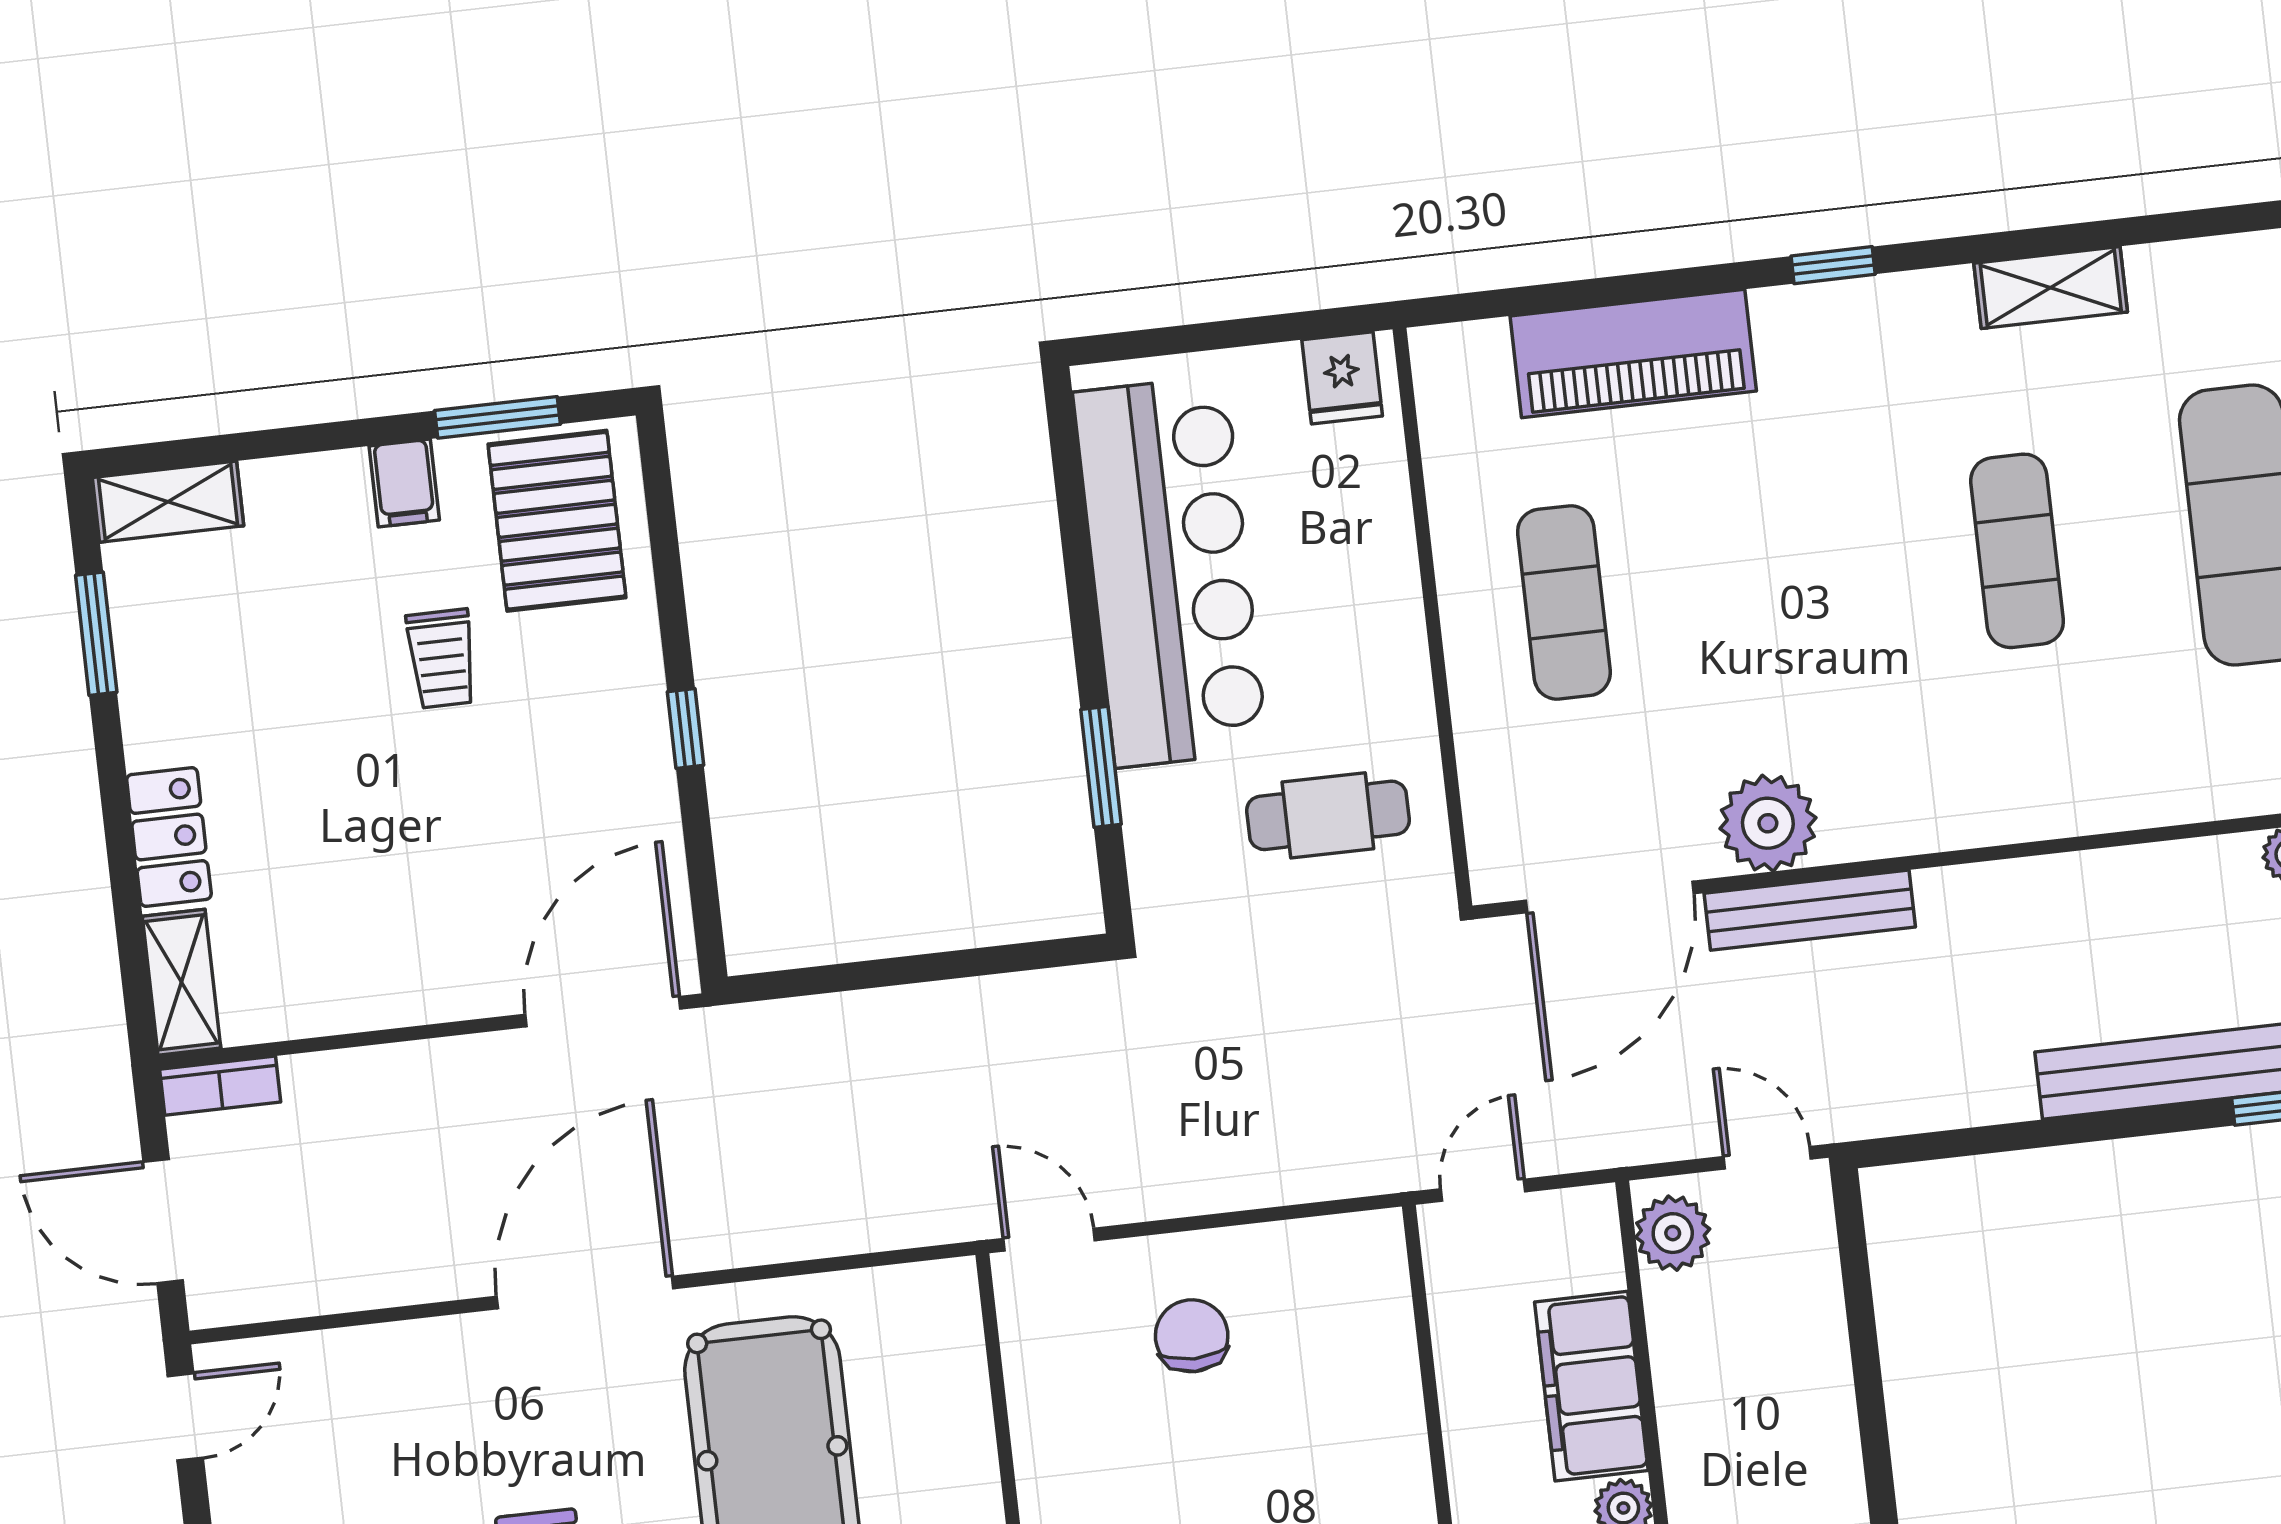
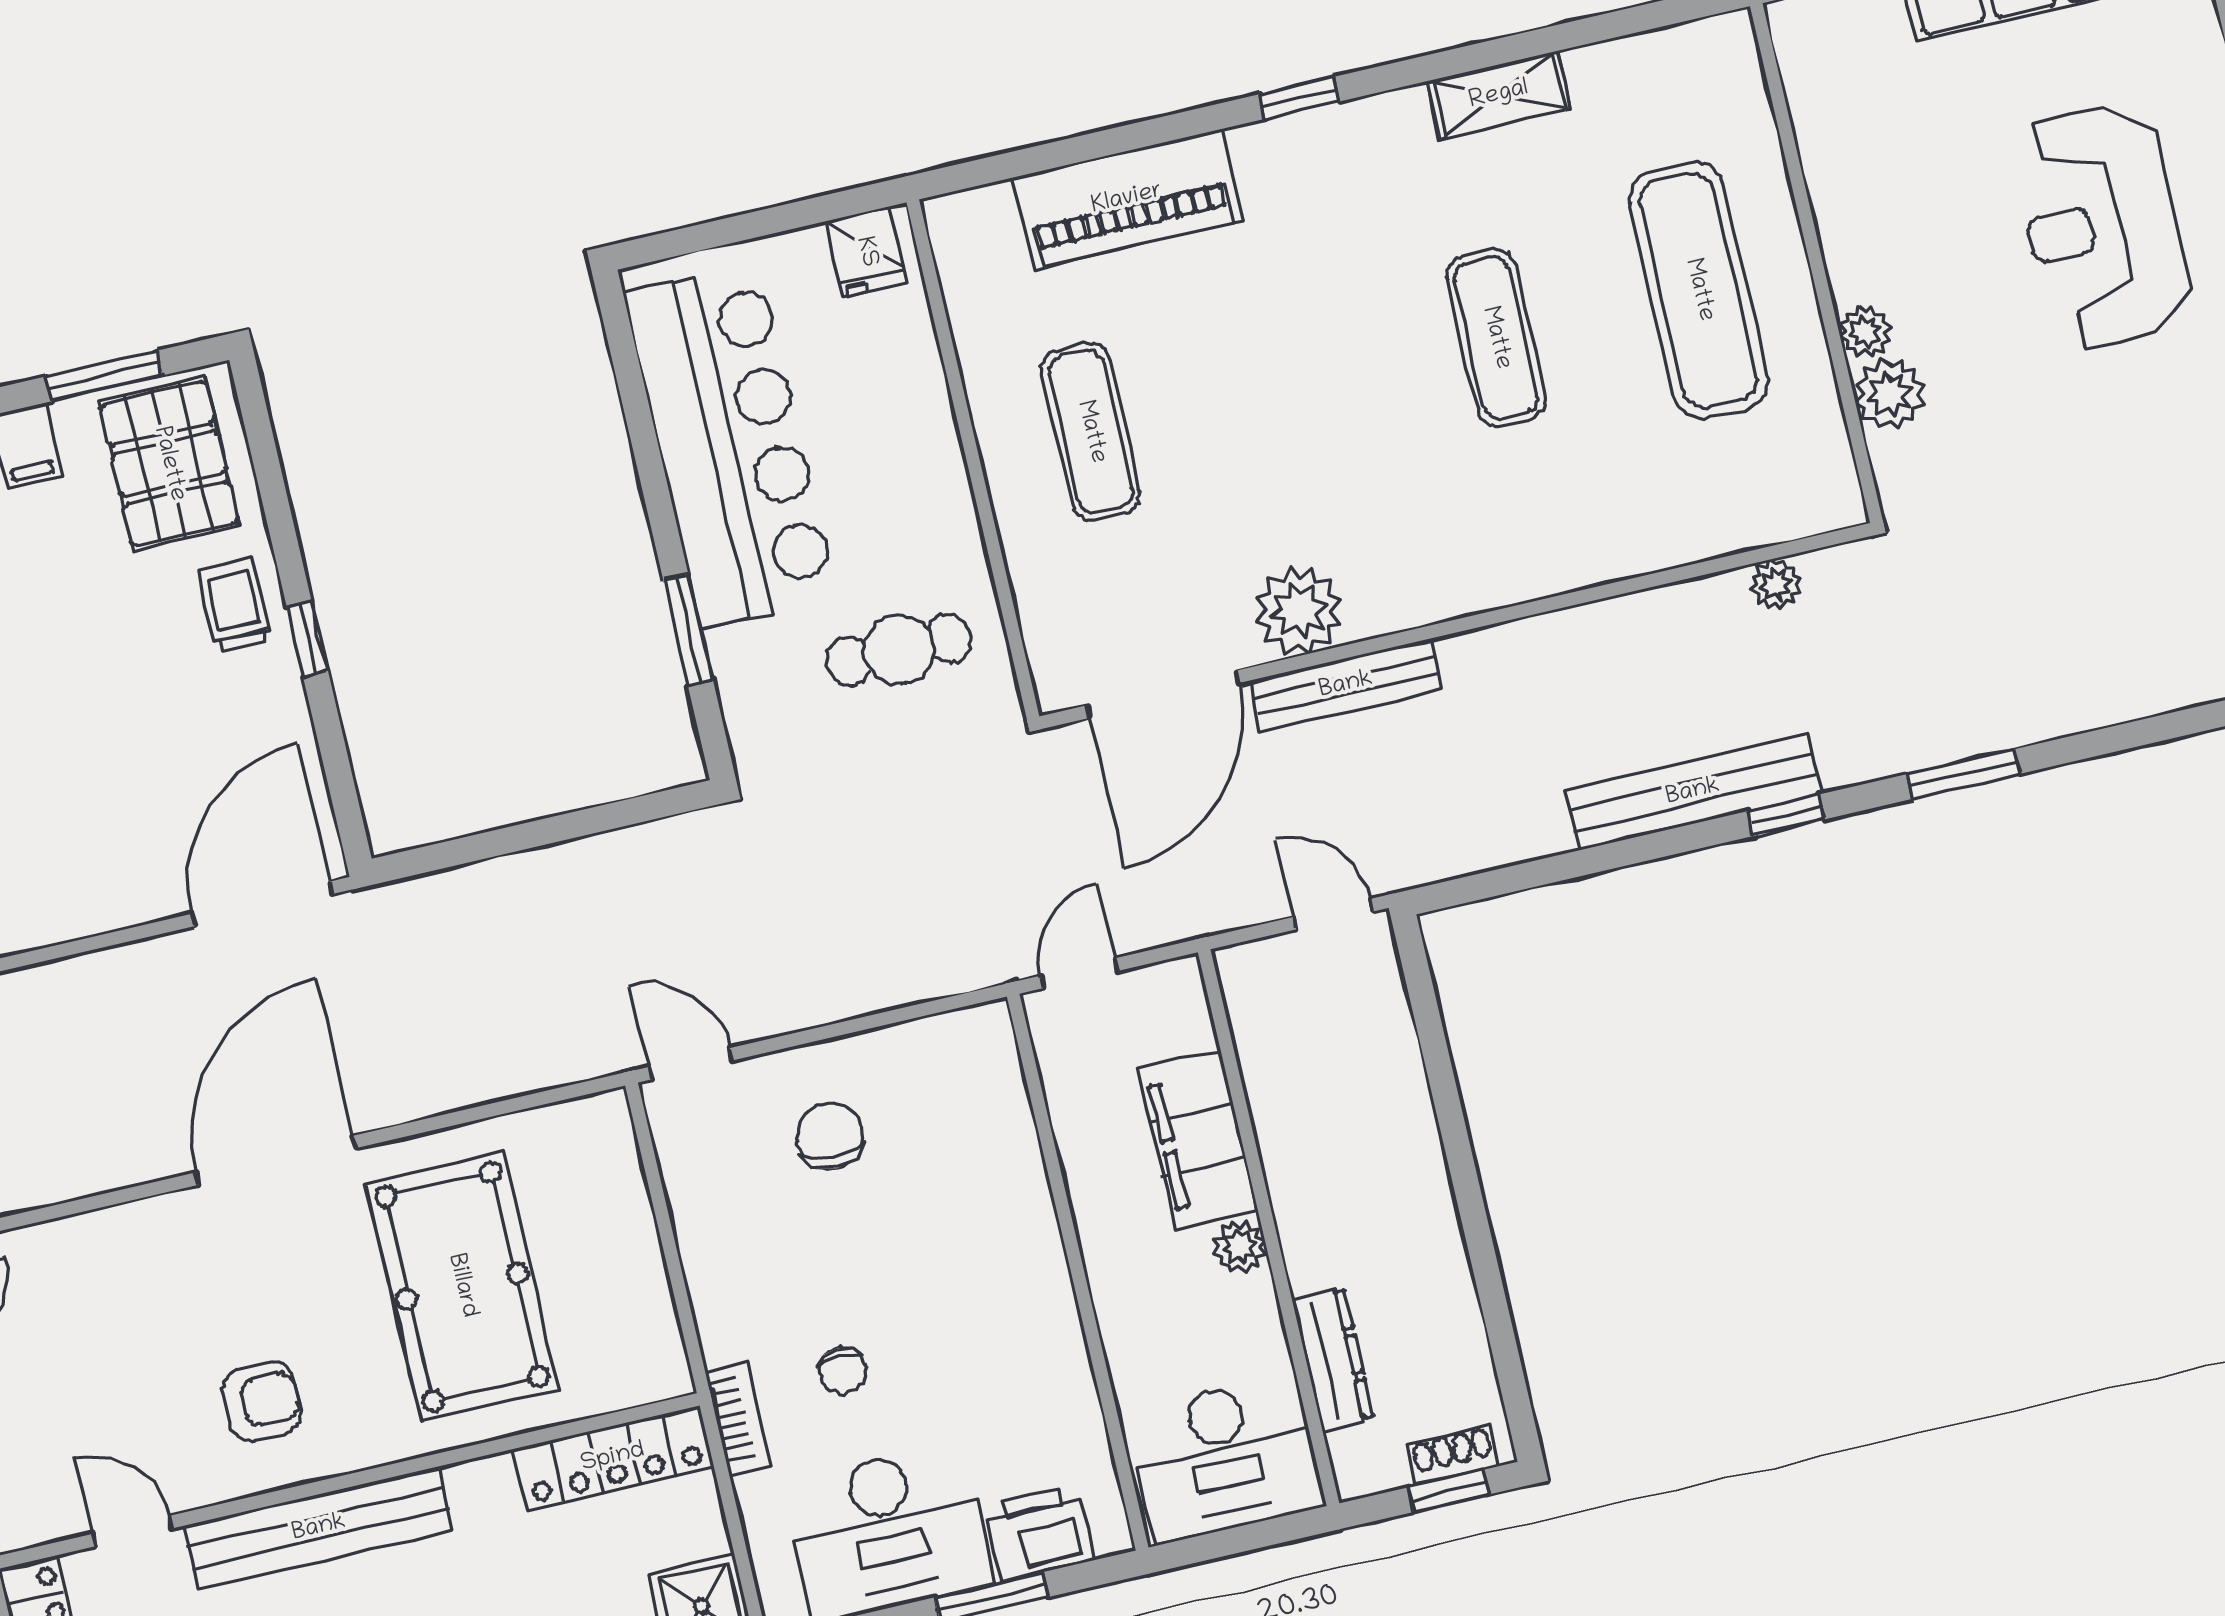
trolley: (442, 659) -> (235, 606), moved, turned 180
plant: (1673, 1233) -> (1255, 992), removed

